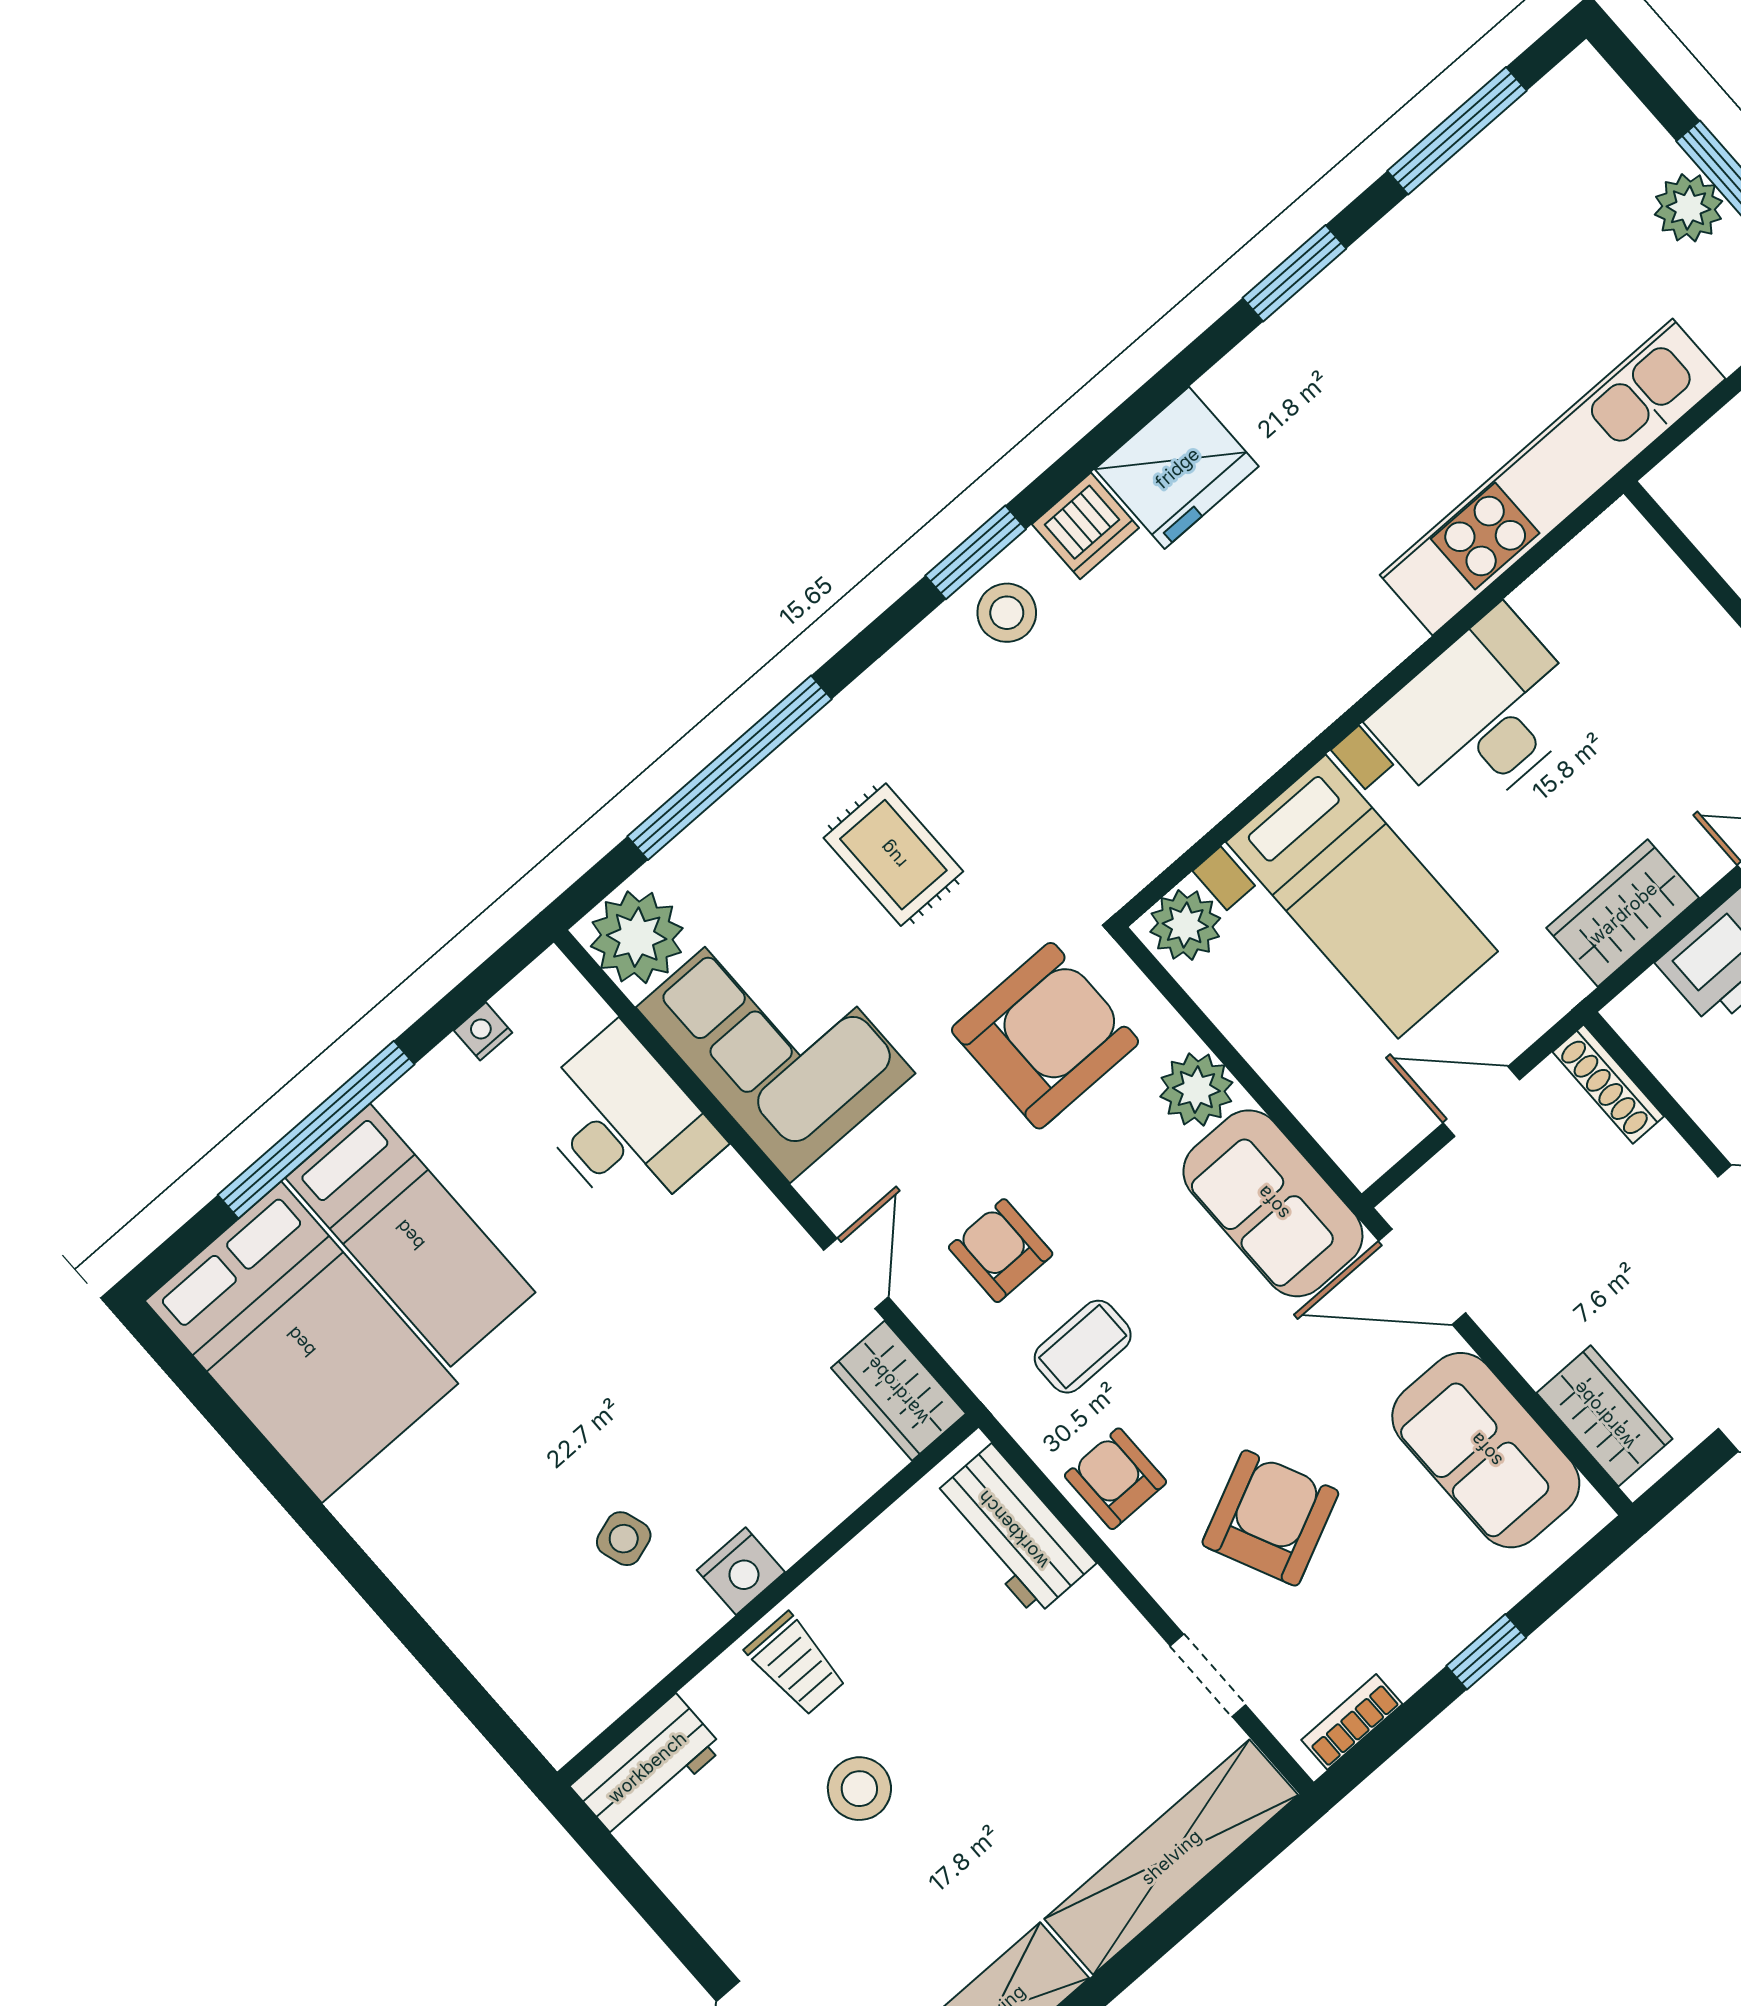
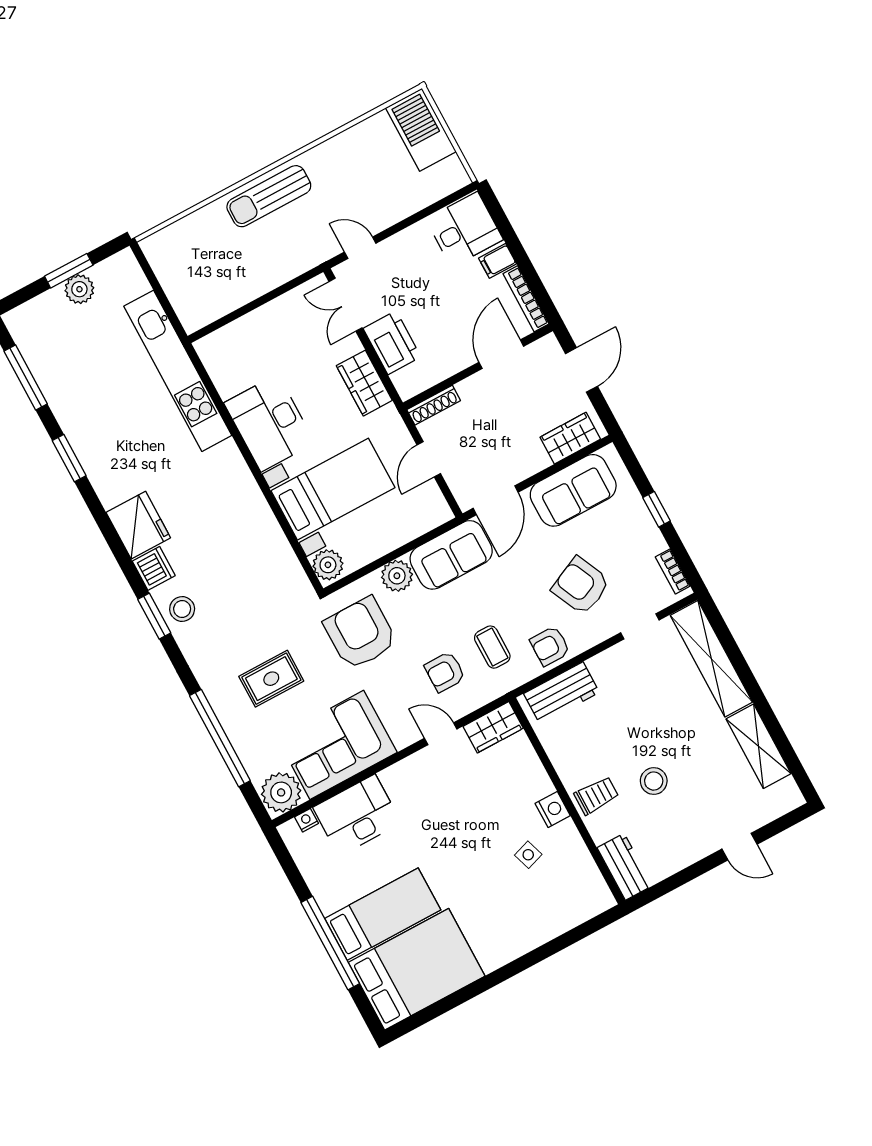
nightstand: (483, 1031) -> (306, 820), moved, turned 90

